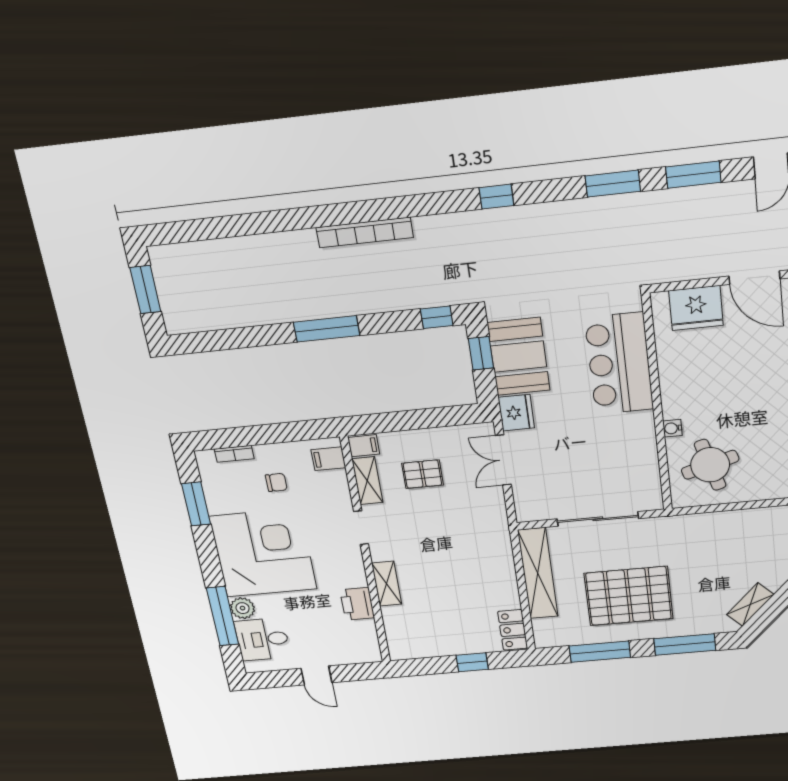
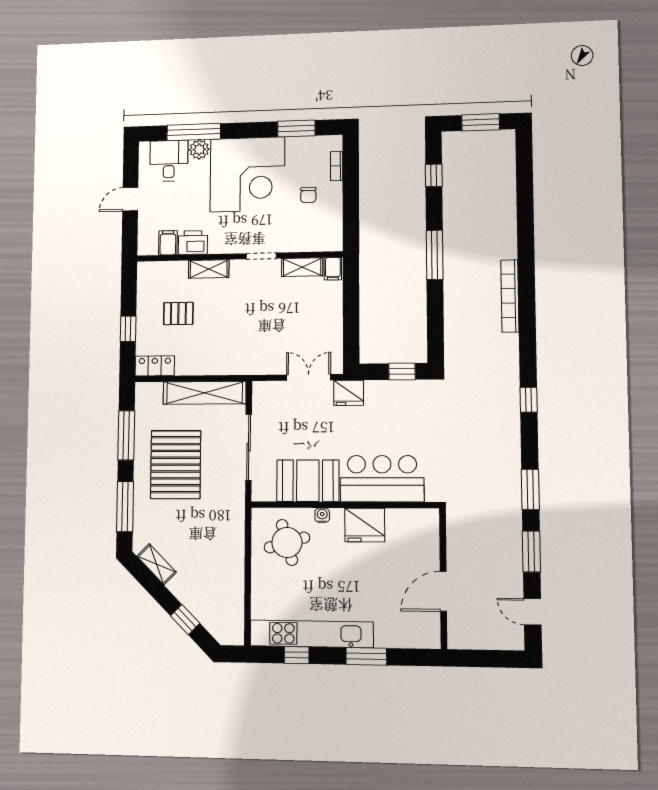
fridge: (696, 308) -> (365, 525), moved, turned -90
window: (437, 317) -> (434, 175), moved
booth: (519, 357) -> (308, 481), moved
filing cabinet: (328, 459) -> (168, 243), moved
pallet: (423, 474) -> (178, 313), moved, turned 90

